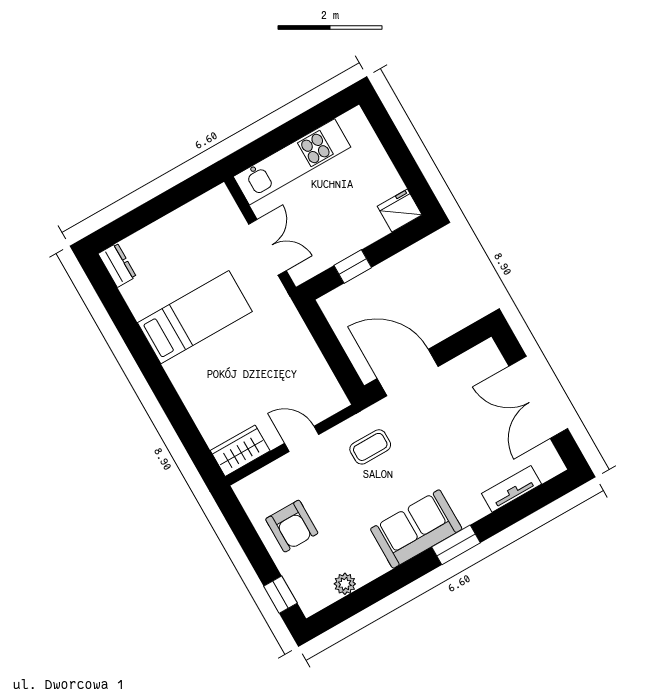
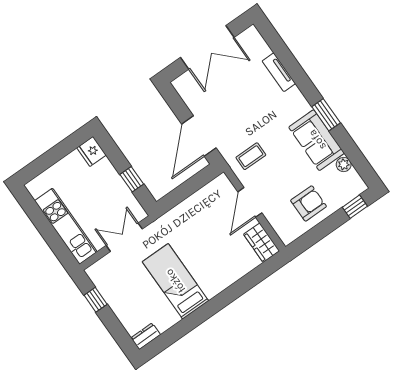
window: (178, 196) -> (96, 300), added
door: (302, 439) -> (250, 202), width x1.38
coffee table: (370, 447) -> (251, 156), turned 90
tv unit: (512, 489) -> (279, 72), moved
sofa: (416, 529) -> (317, 140), moved
window: (456, 545) -> (326, 115), moved

